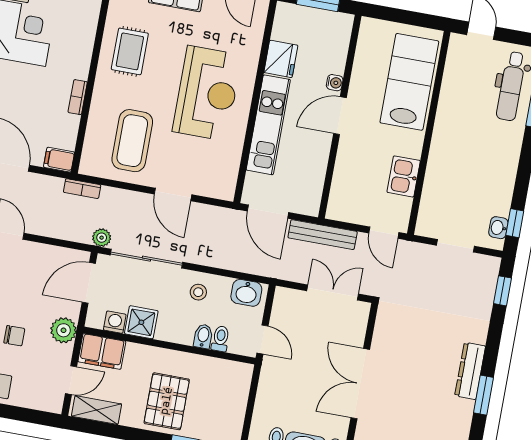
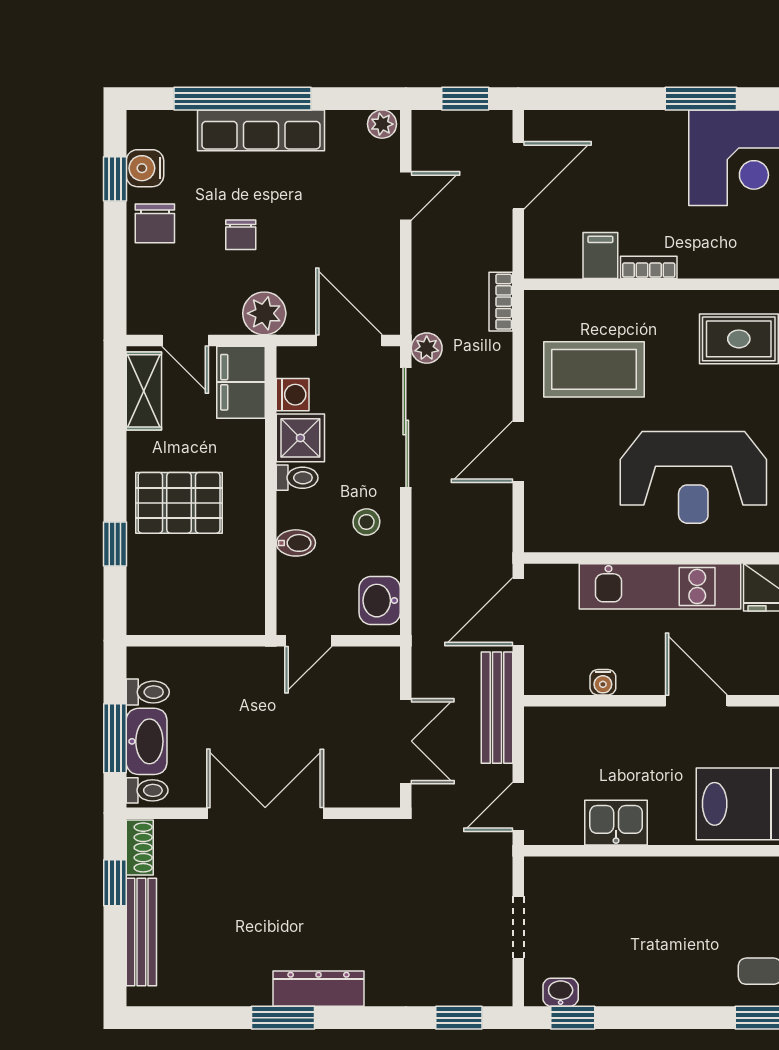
water cooler: (335, 83) -> (603, 682), moved
filing cabinet: (59, 160) -> (600, 256), moved
toilet: (221, 339) -> (297, 478), moved

